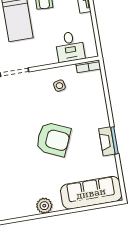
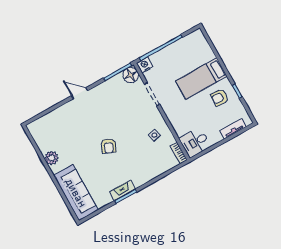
desk: (70, 47) -> (195, 142), moved
armchair: (53, 139) -> (109, 146), width x0.53, depth x0.53

